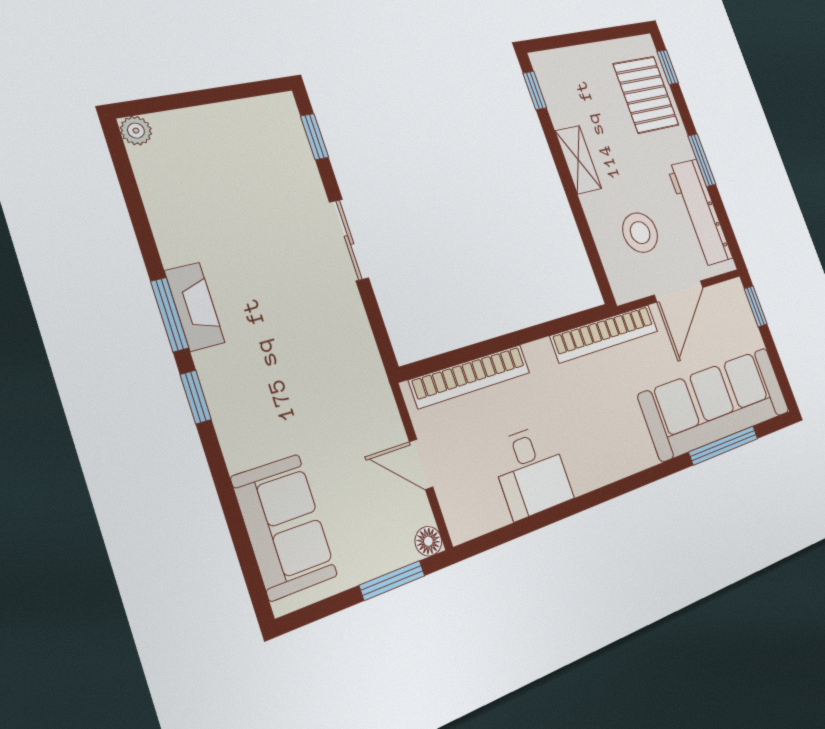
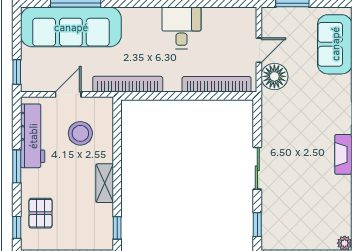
pallet: (646, 95) -> (41, 213), width x0.67, depth x0.71
door: (679, 291) -> (68, 94), width x0.73
door: (421, 464) -> (259, 50), hinge flipped
desk: (531, 471) -> (182, 28), moved
floor lamp: (428, 541) -> (274, 76), moved, width x1.89, depth x1.89

